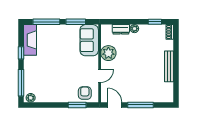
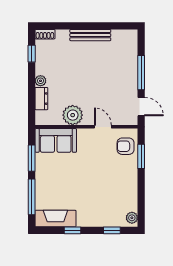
window: (21, 83) -> (112, 230), width x0.46
door: (115, 105) -> (141, 107), swing flipped

